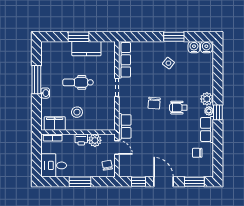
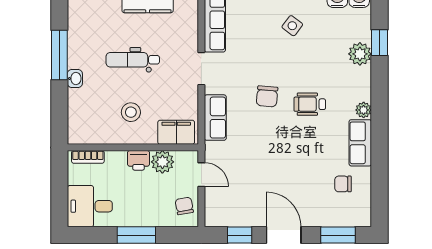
plant: (207, 99) -> (360, 54), moved
window: (218, 112) -> (380, 43), moved
filing cabinet: (55, 124) -> (176, 132), moved
row of seats: (125, 126) -> (215, 118), moved

